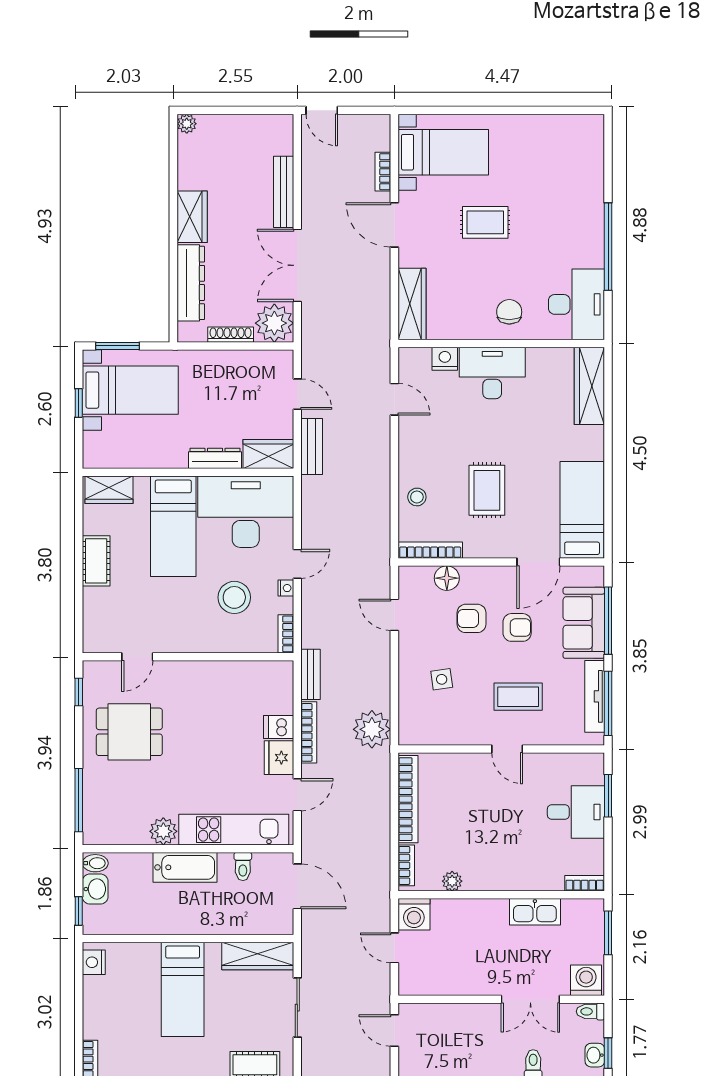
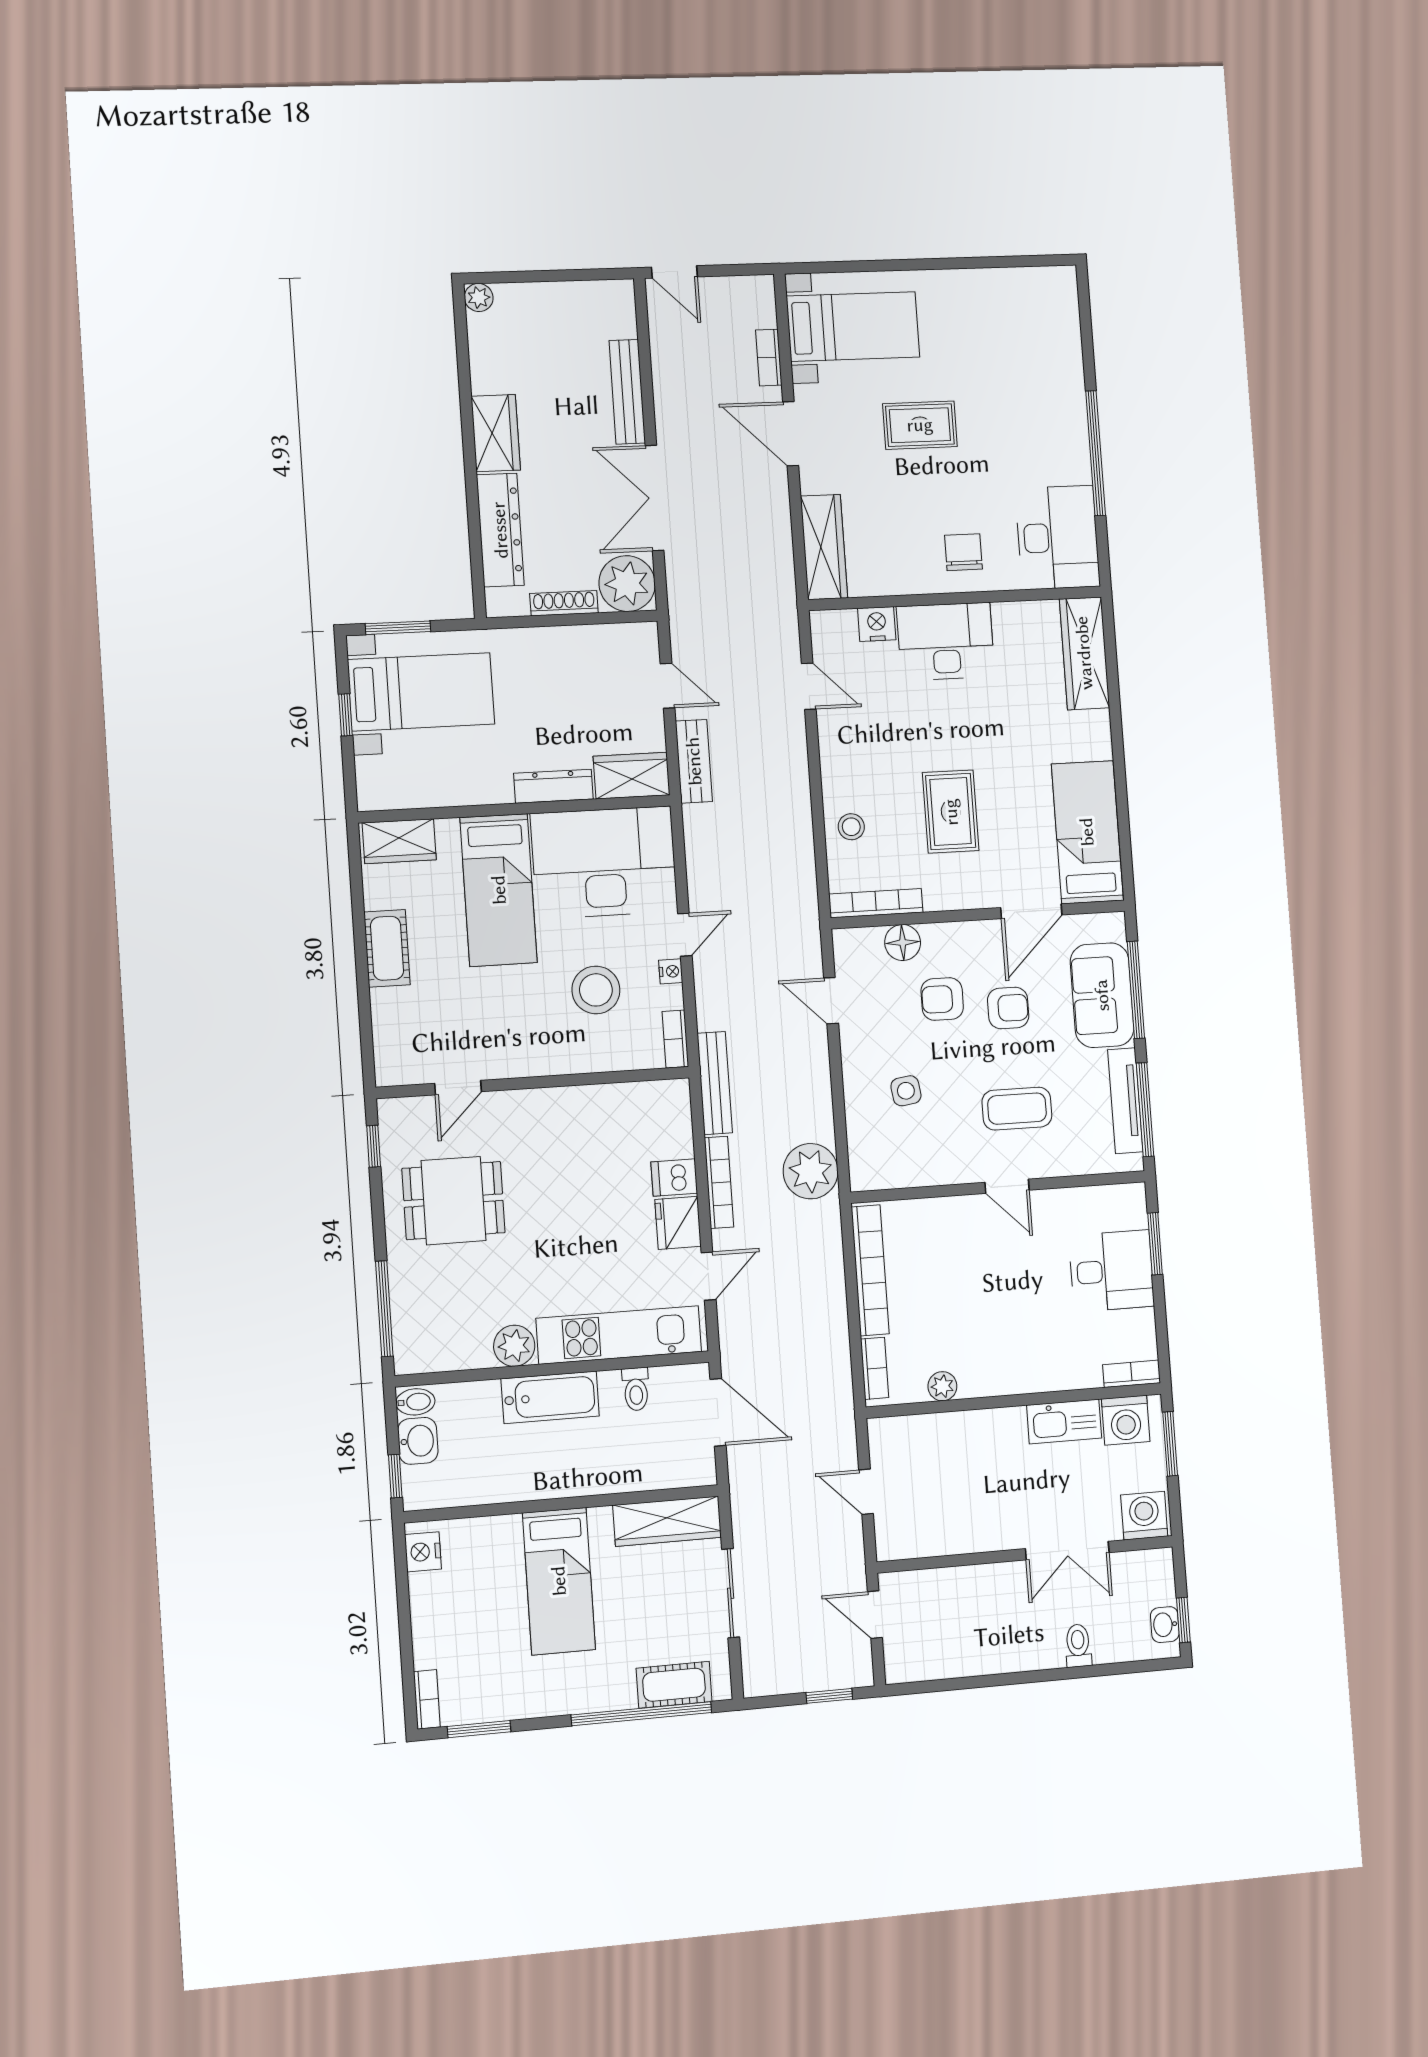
bench: (311, 674) -> (715, 1083), width x1.36
washing machine: (414, 914) -> (1126, 1420), moved
toilet: (590, 1011) -> (1154, 1561), removed

